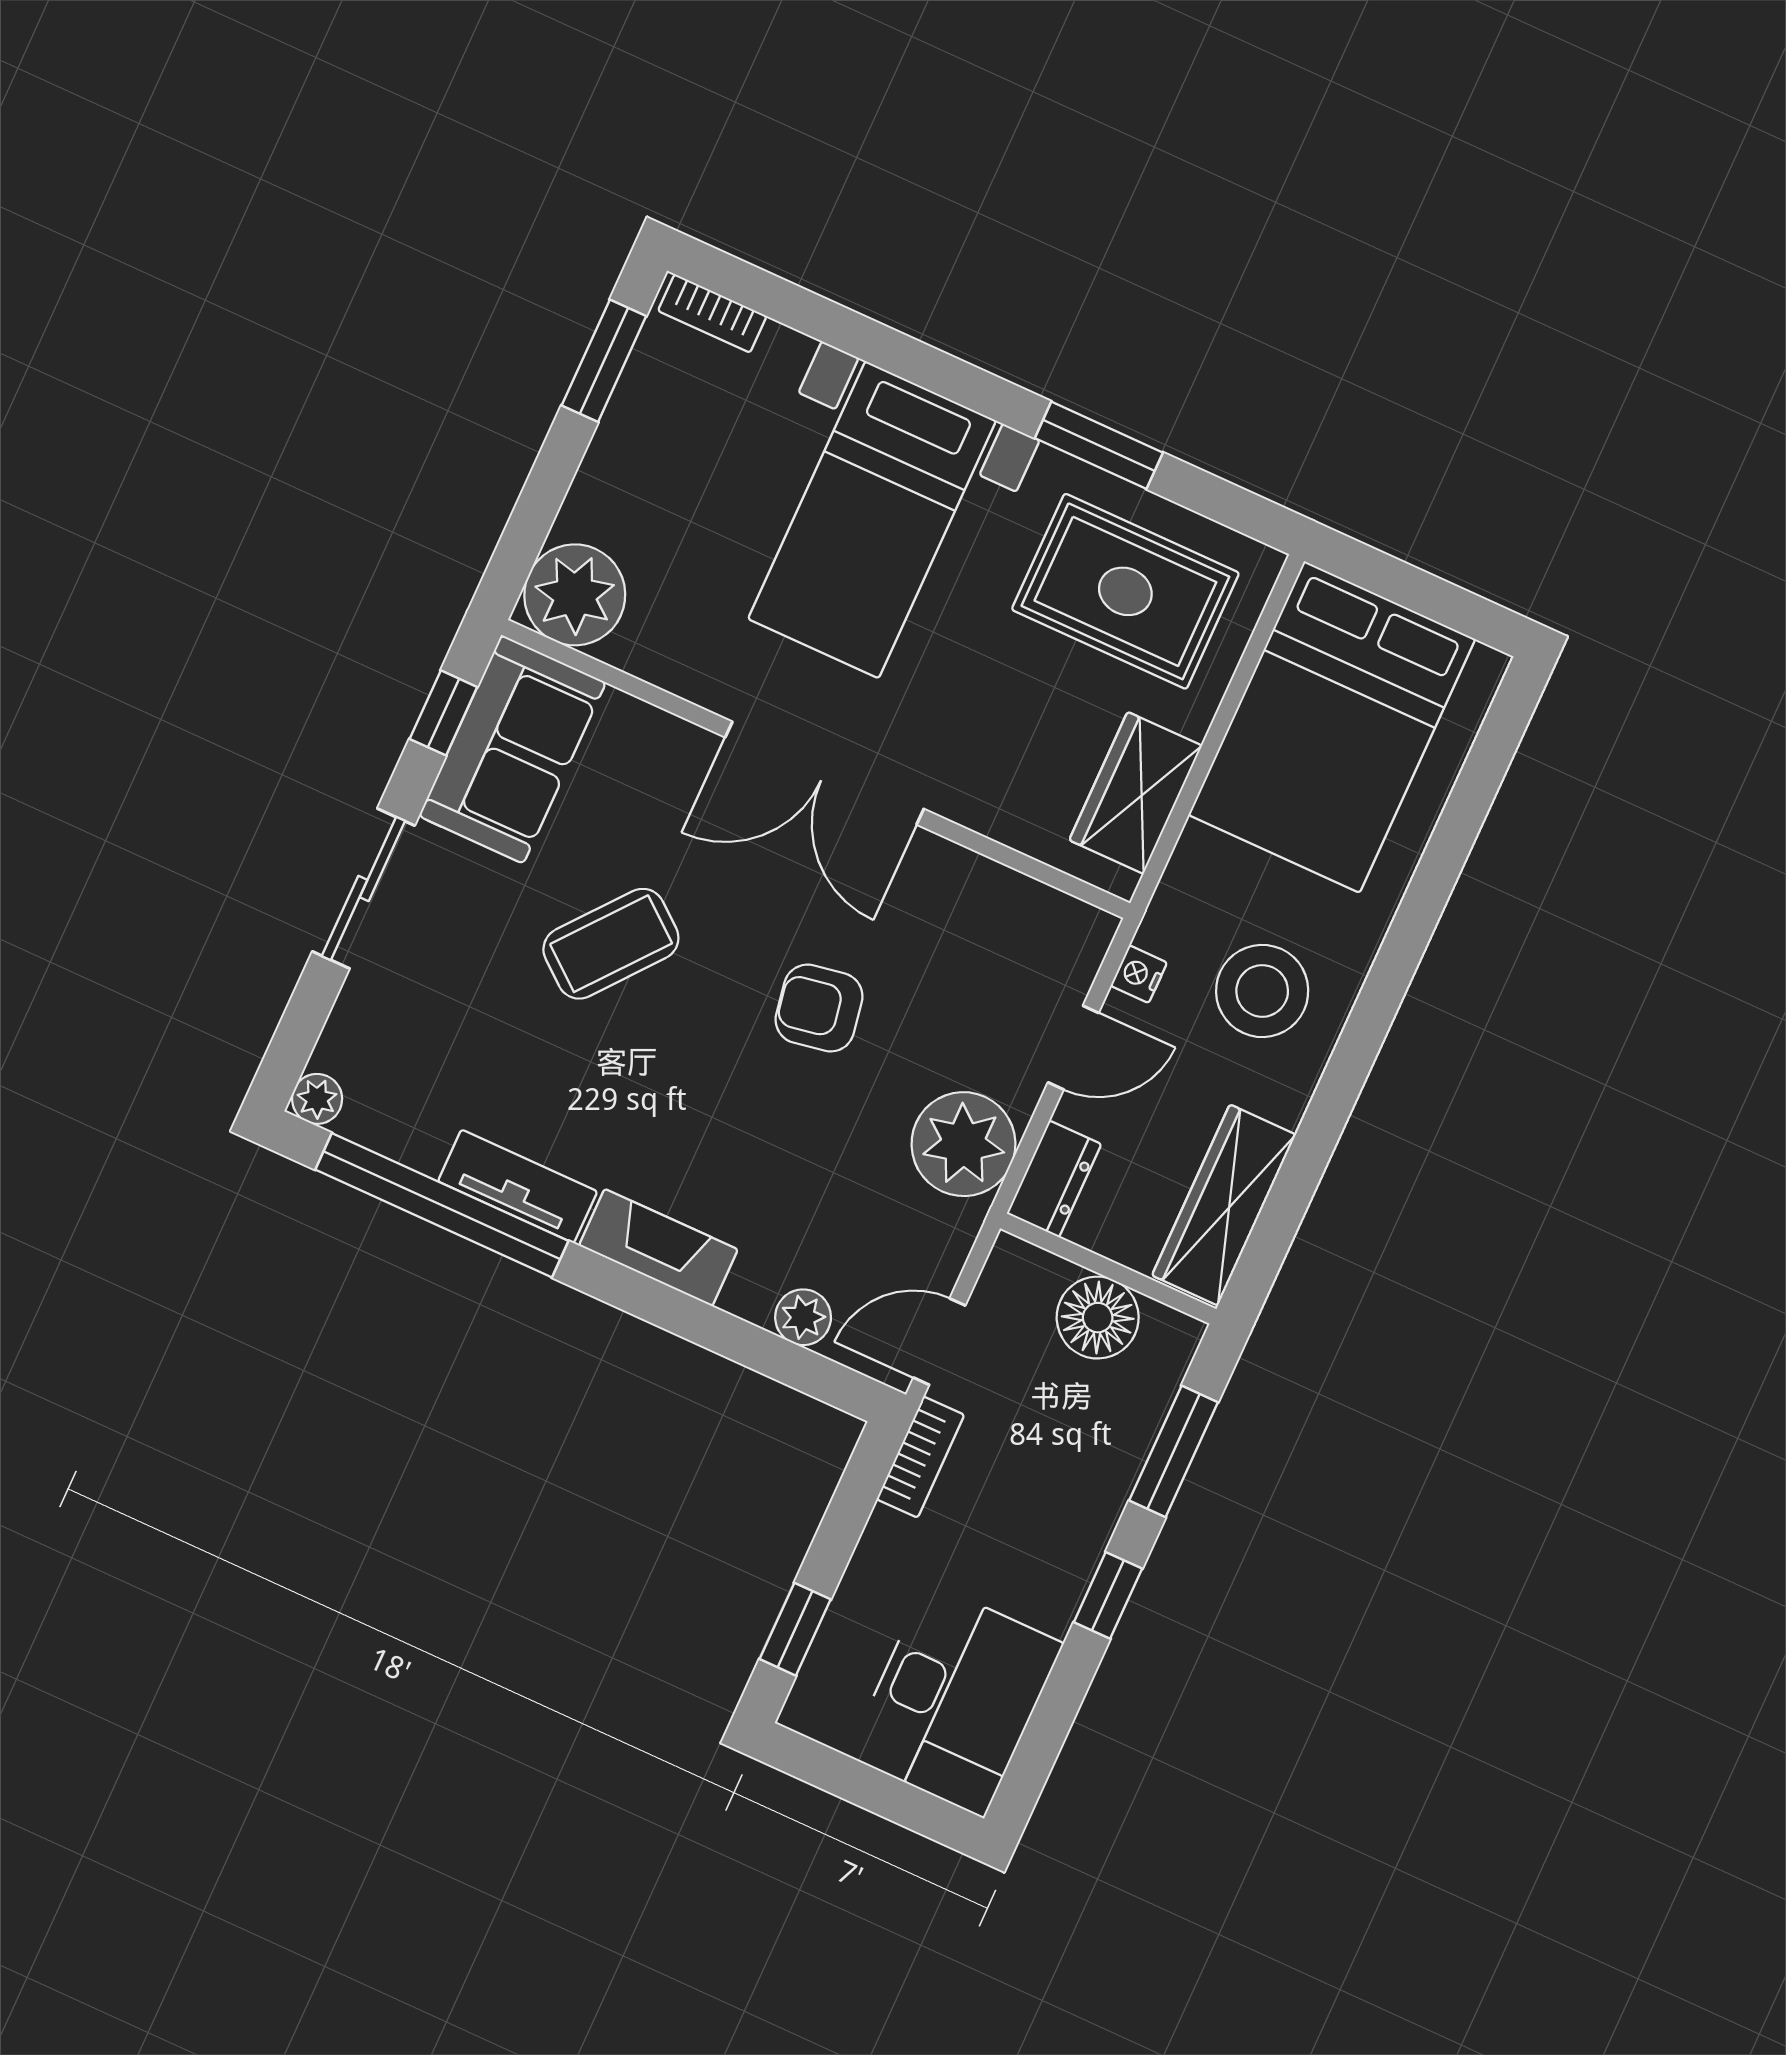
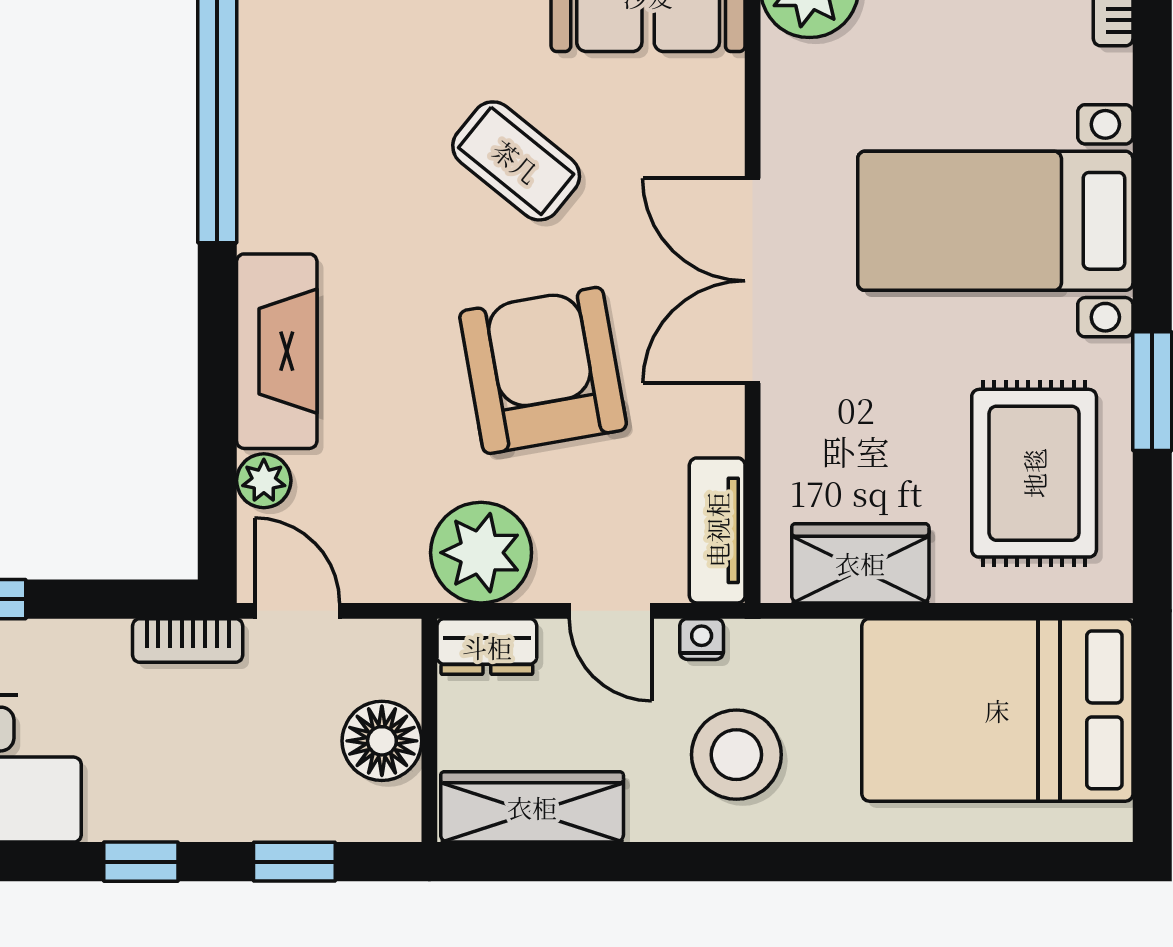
armchair: (819, 1008) -> (543, 370), width x1.88, depth x1.88
tv unit: (518, 1186) -> (717, 530), moved, turned 180
fireplace: (658, 1248) -> (277, 351), width x1.37, depth x1.32
window: (1174, 1451) -> (294, 862), width x0.67

